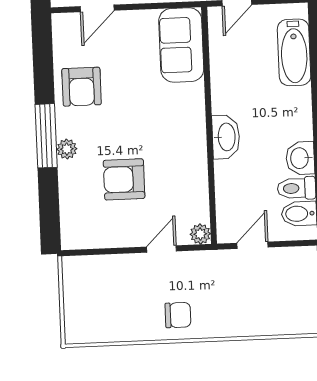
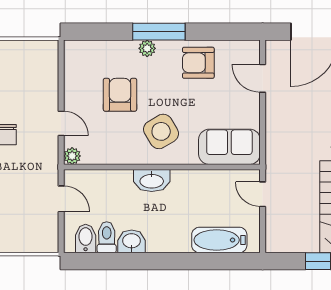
side table: (166, 128) -> (161, 131), added

